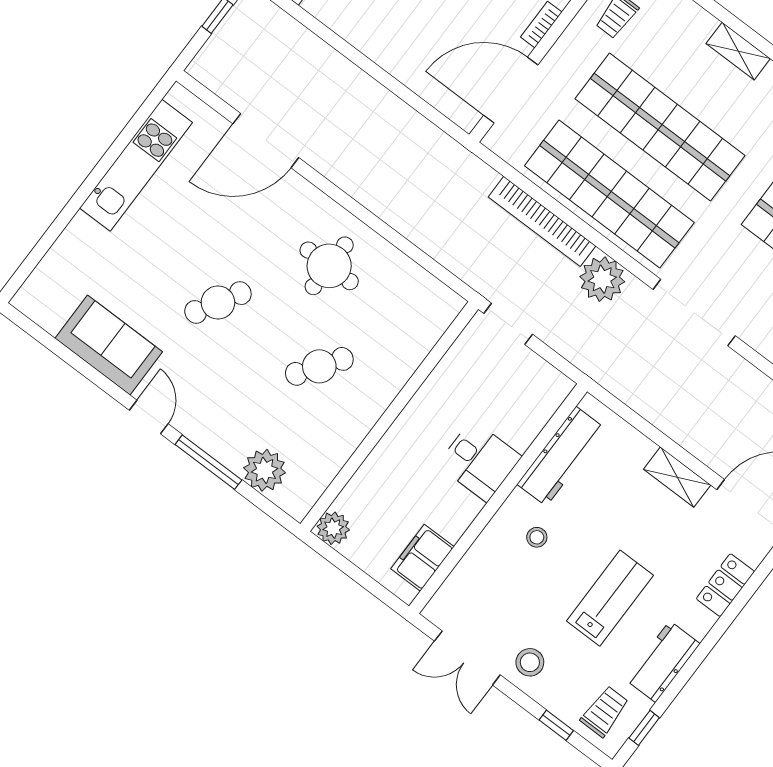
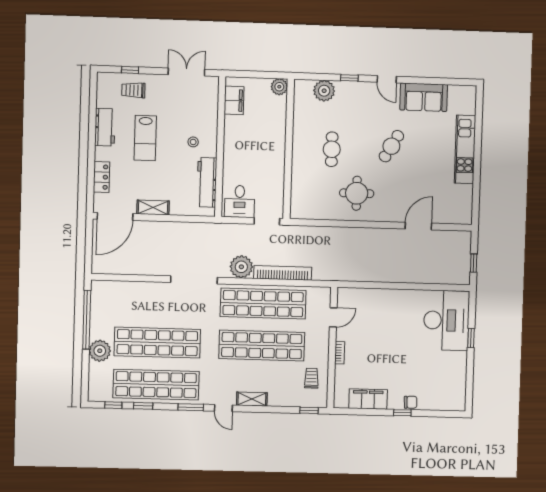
door: (511, 90) -> (333, 317), width x0.53
door: (266, 141) -> (418, 226), width x0.73
kitchen unit: (136, 165) -> (465, 149), moved
cafe table: (319, 366) -> (332, 149), turned -35
desk: (480, 461) -> (240, 201), moved, turned -90
window: (208, 462) -> (349, 78), width x0.46
stool: (530, 662) -> (159, 88), removed
trolley: (605, 711) -> (133, 90), moved, turned 90
window: (644, 728) -> (93, 94), removed

